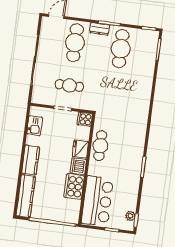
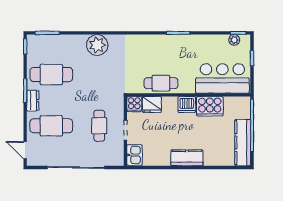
plant: (142, 93) -> (97, 45), added
kitchen sink: (35, 126) -> (134, 155), moved, turned 90
fridge: (80, 149) -> (152, 105), moved
kitchen counter: (26, 196) -> (243, 143), moved, turned -90

